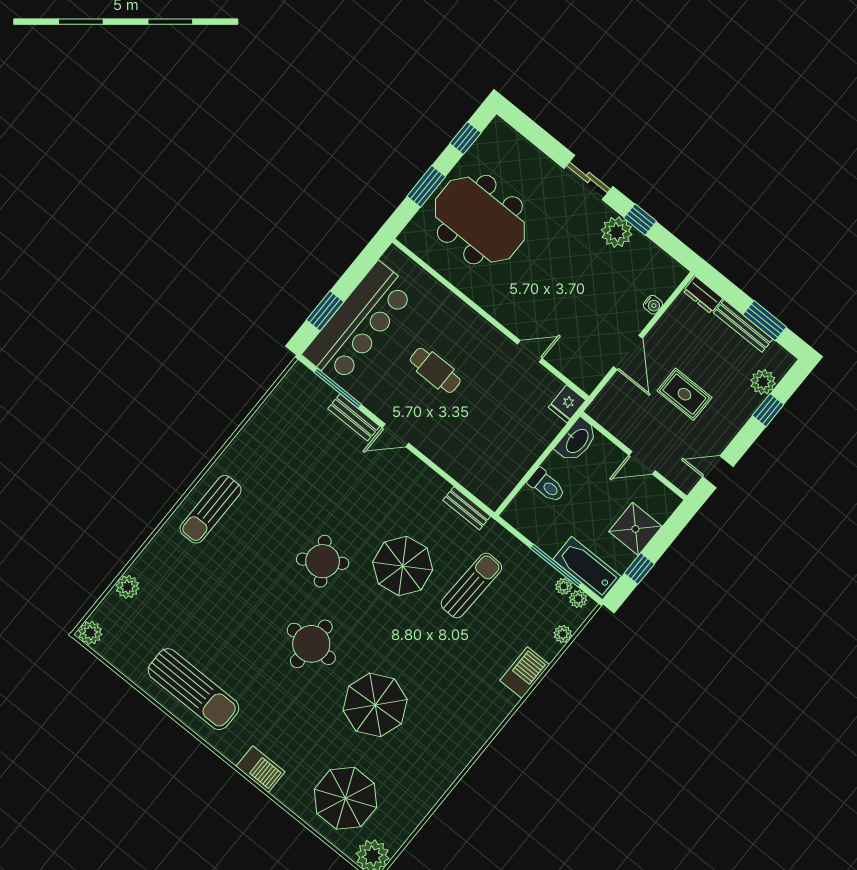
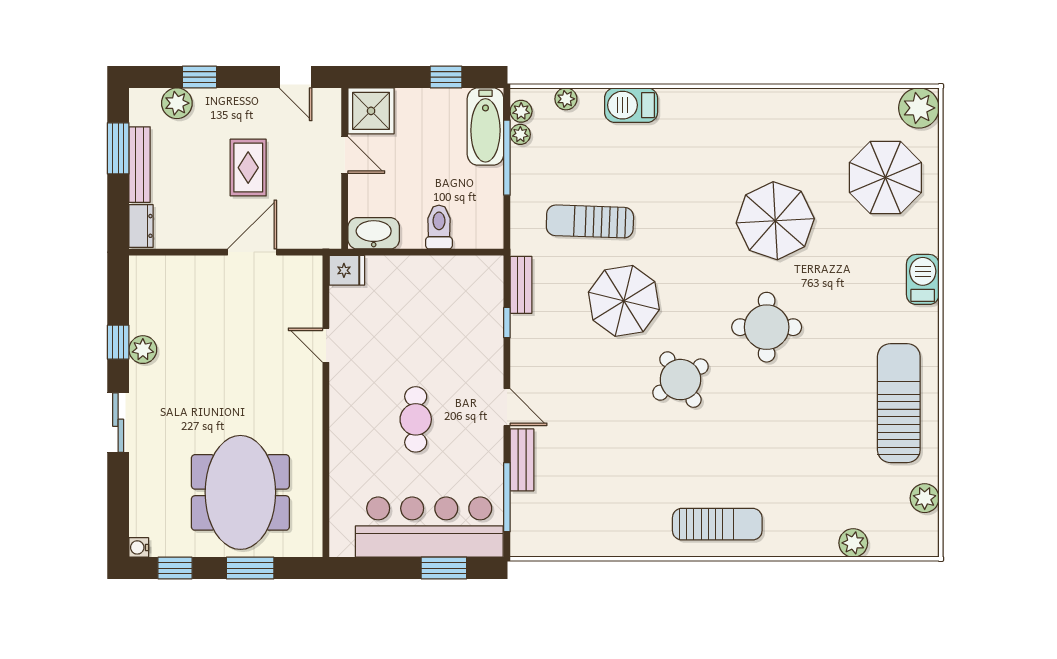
plant: (617, 232) -> (143, 350), width x0.73, depth x0.73
water cooler: (653, 305) -> (139, 547), moved, turned -90
window: (450, 479) -> (507, 323), added
shower: (635, 529) -> (371, 111), moved
plant: (90, 633) -> (925, 498), moved

